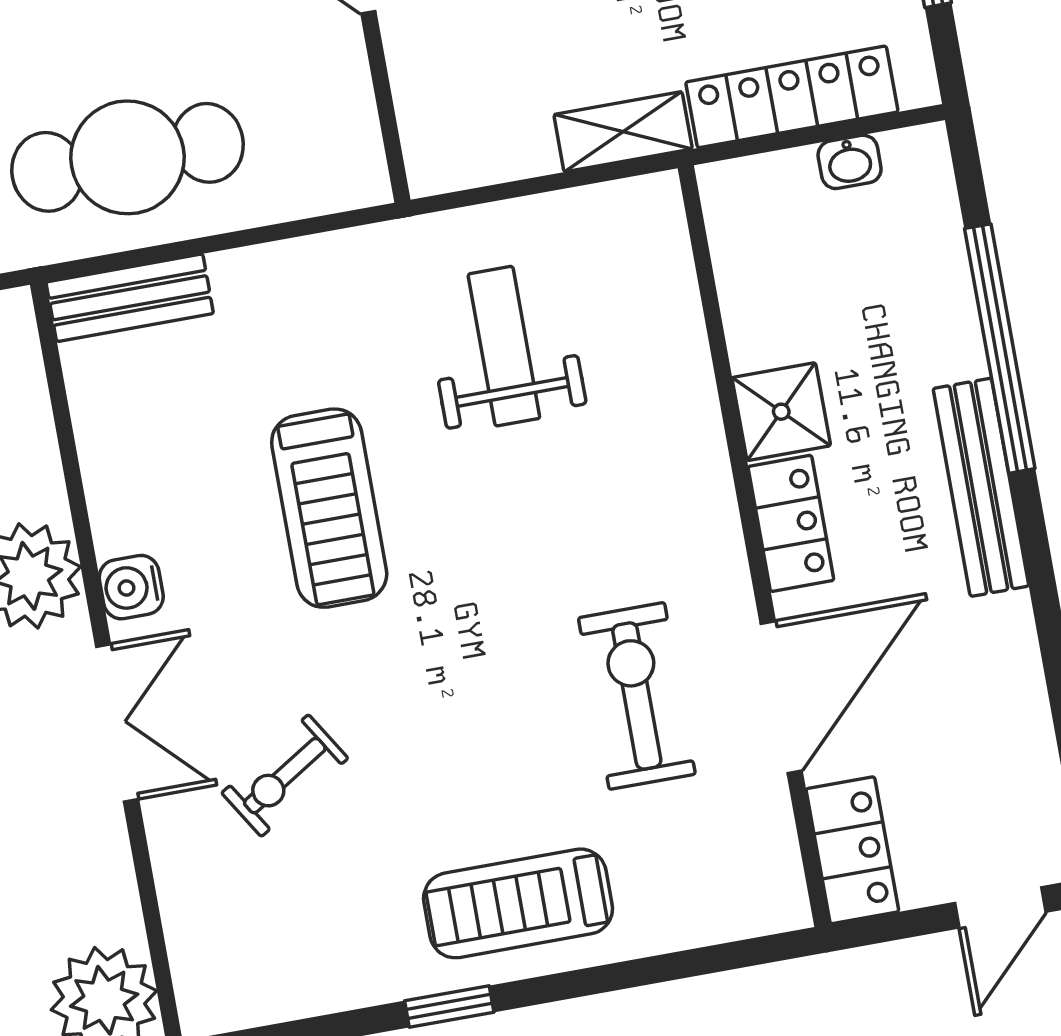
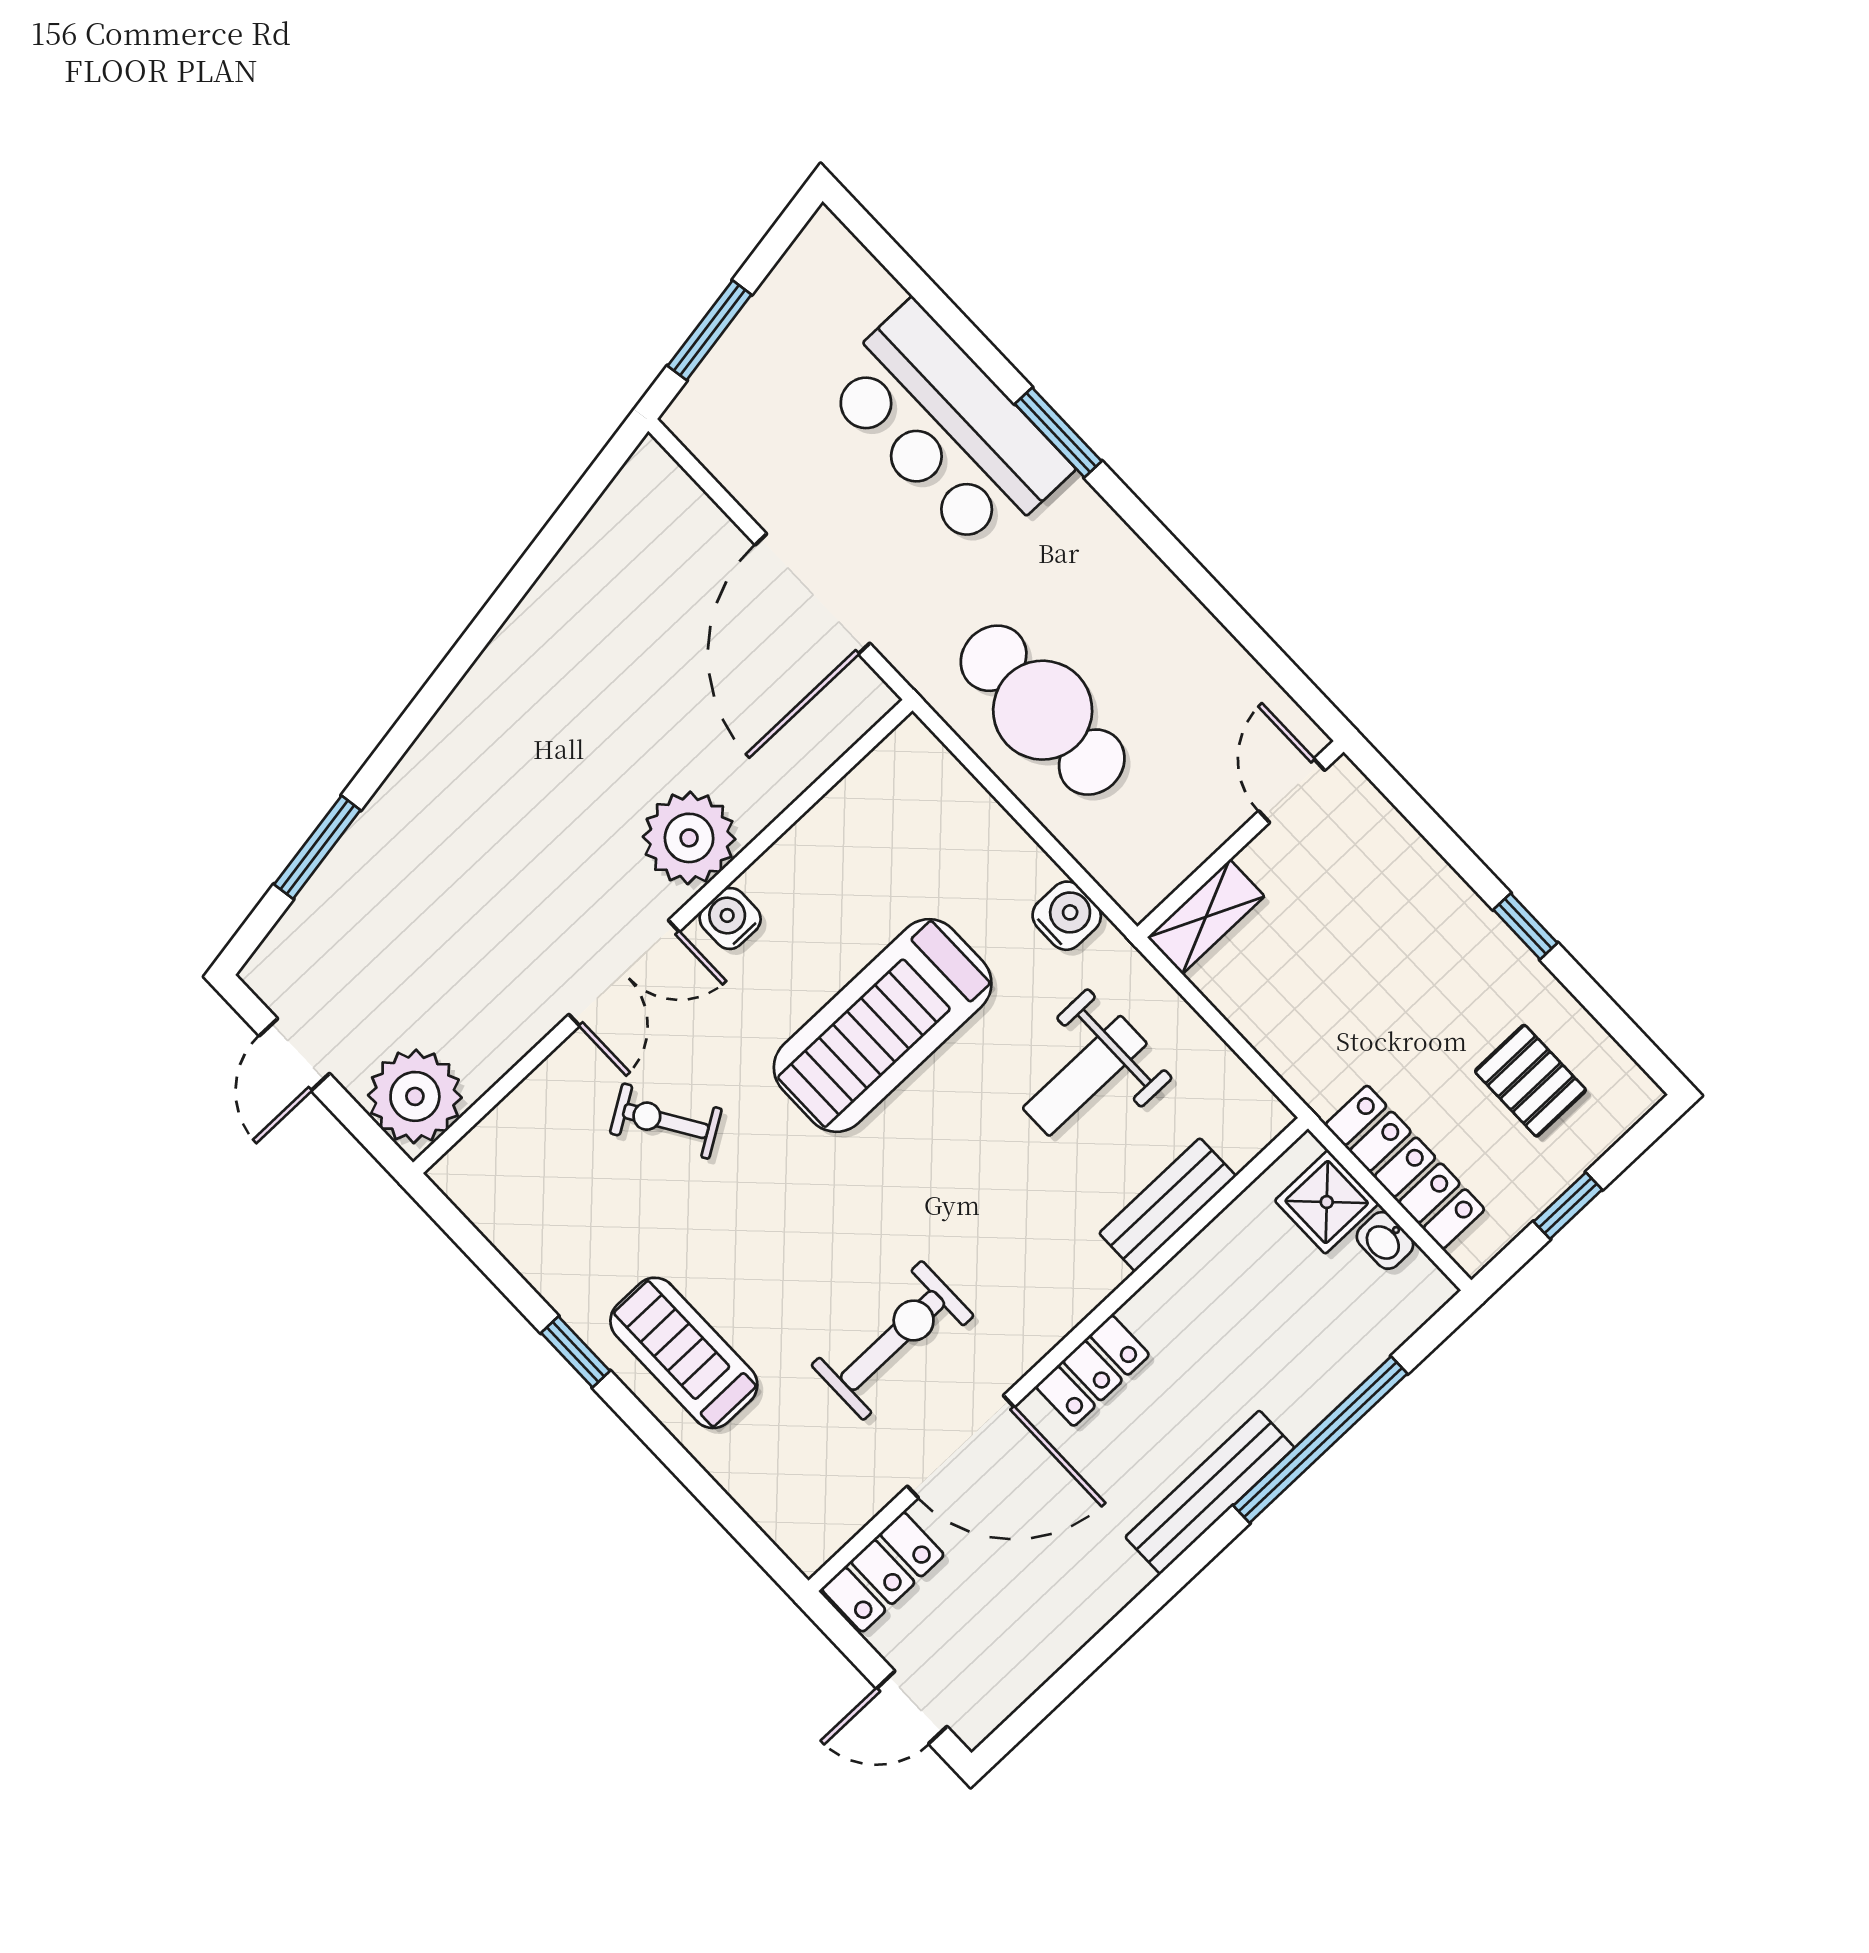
shelving: (623, 132) -> (1206, 917), moved, turned 90
water cooler: (339, 263) -> (1067, 916), added
bench: (130, 298) -> (1168, 1205), moved, turned 90
weight bench: (504, 346) -> (1085, 1076), turned 180
shower: (781, 412) -> (1327, 1202), moved
treadmill: (329, 508) -> (883, 1025), width x1.37, depth x1.38

